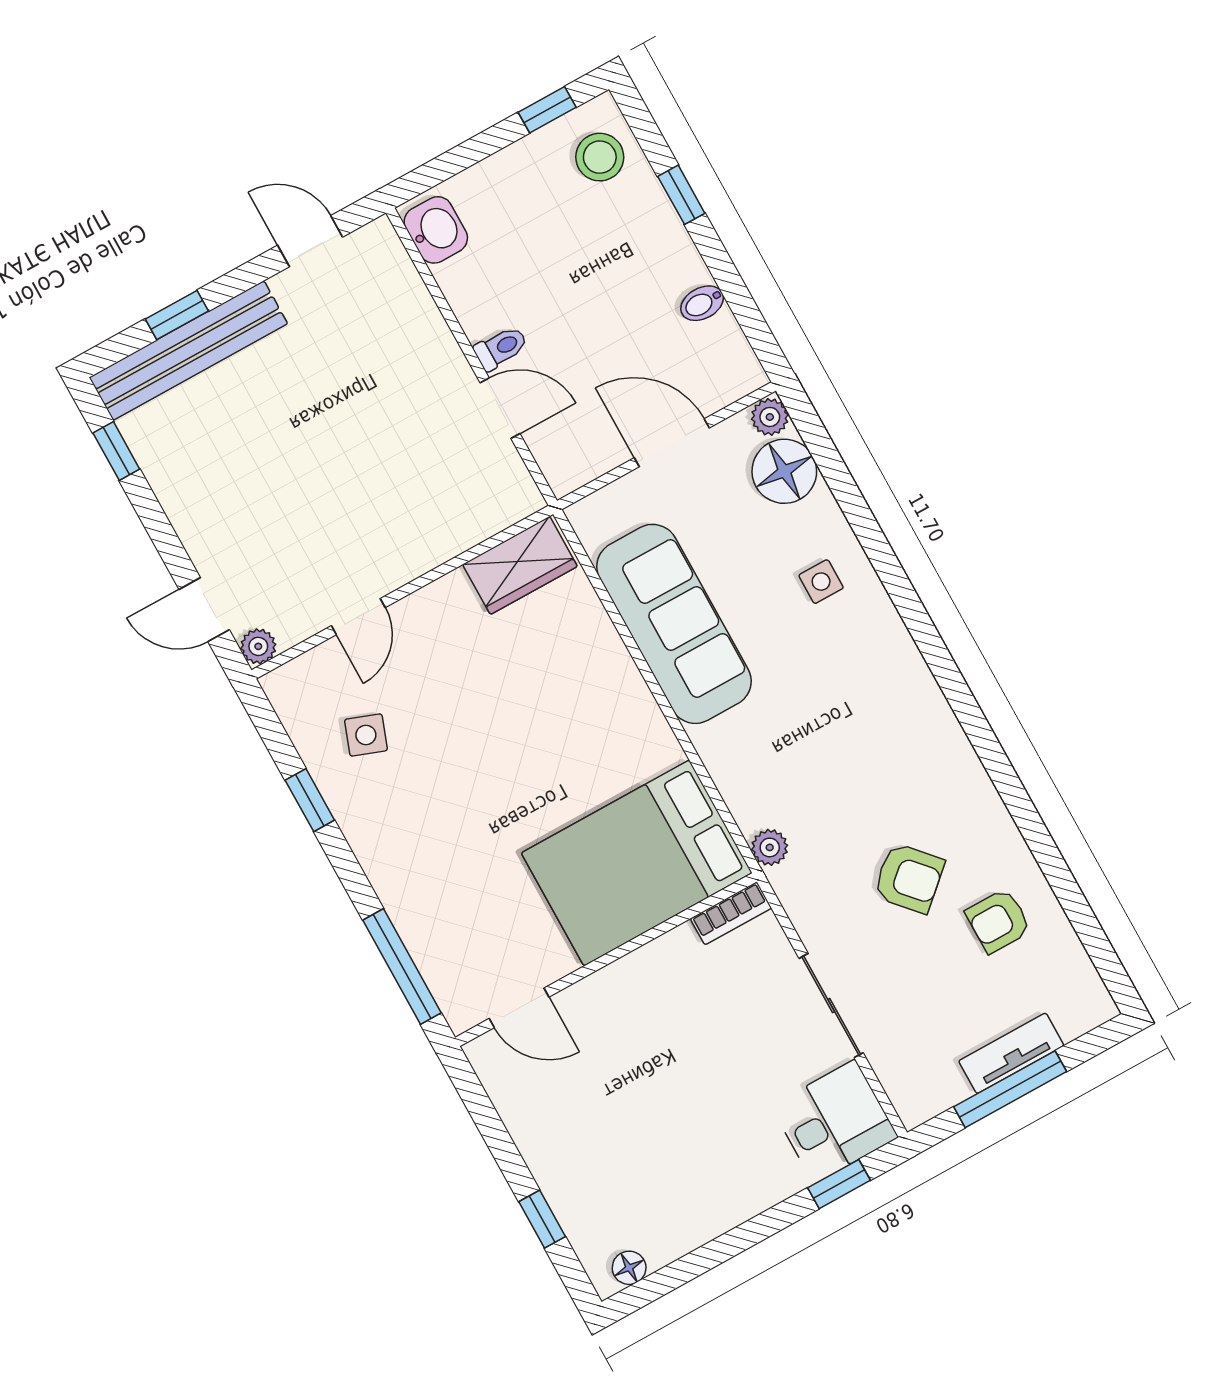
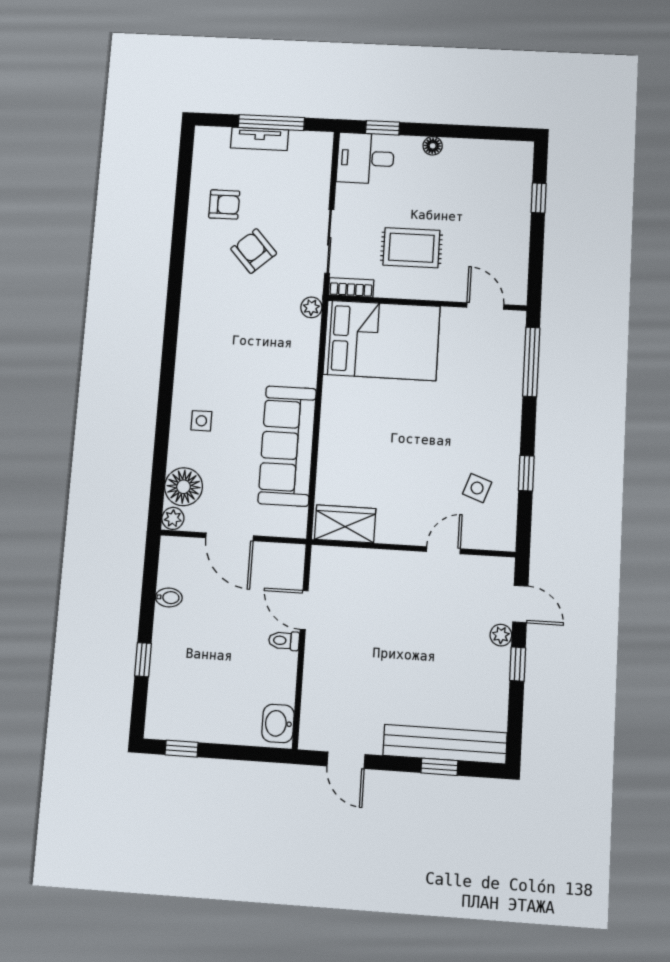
stool: (600, 157) -> (171, 706), removed
window: (116, 451) -> (518, 664), moved
plant: (258, 646) -> (501, 635), moved
sliding door: (831, 1006) -> (329, 241), moved
rug: (681, 1028) -> (411, 248), added
floor lamp: (629, 1268) -> (433, 146), moved

